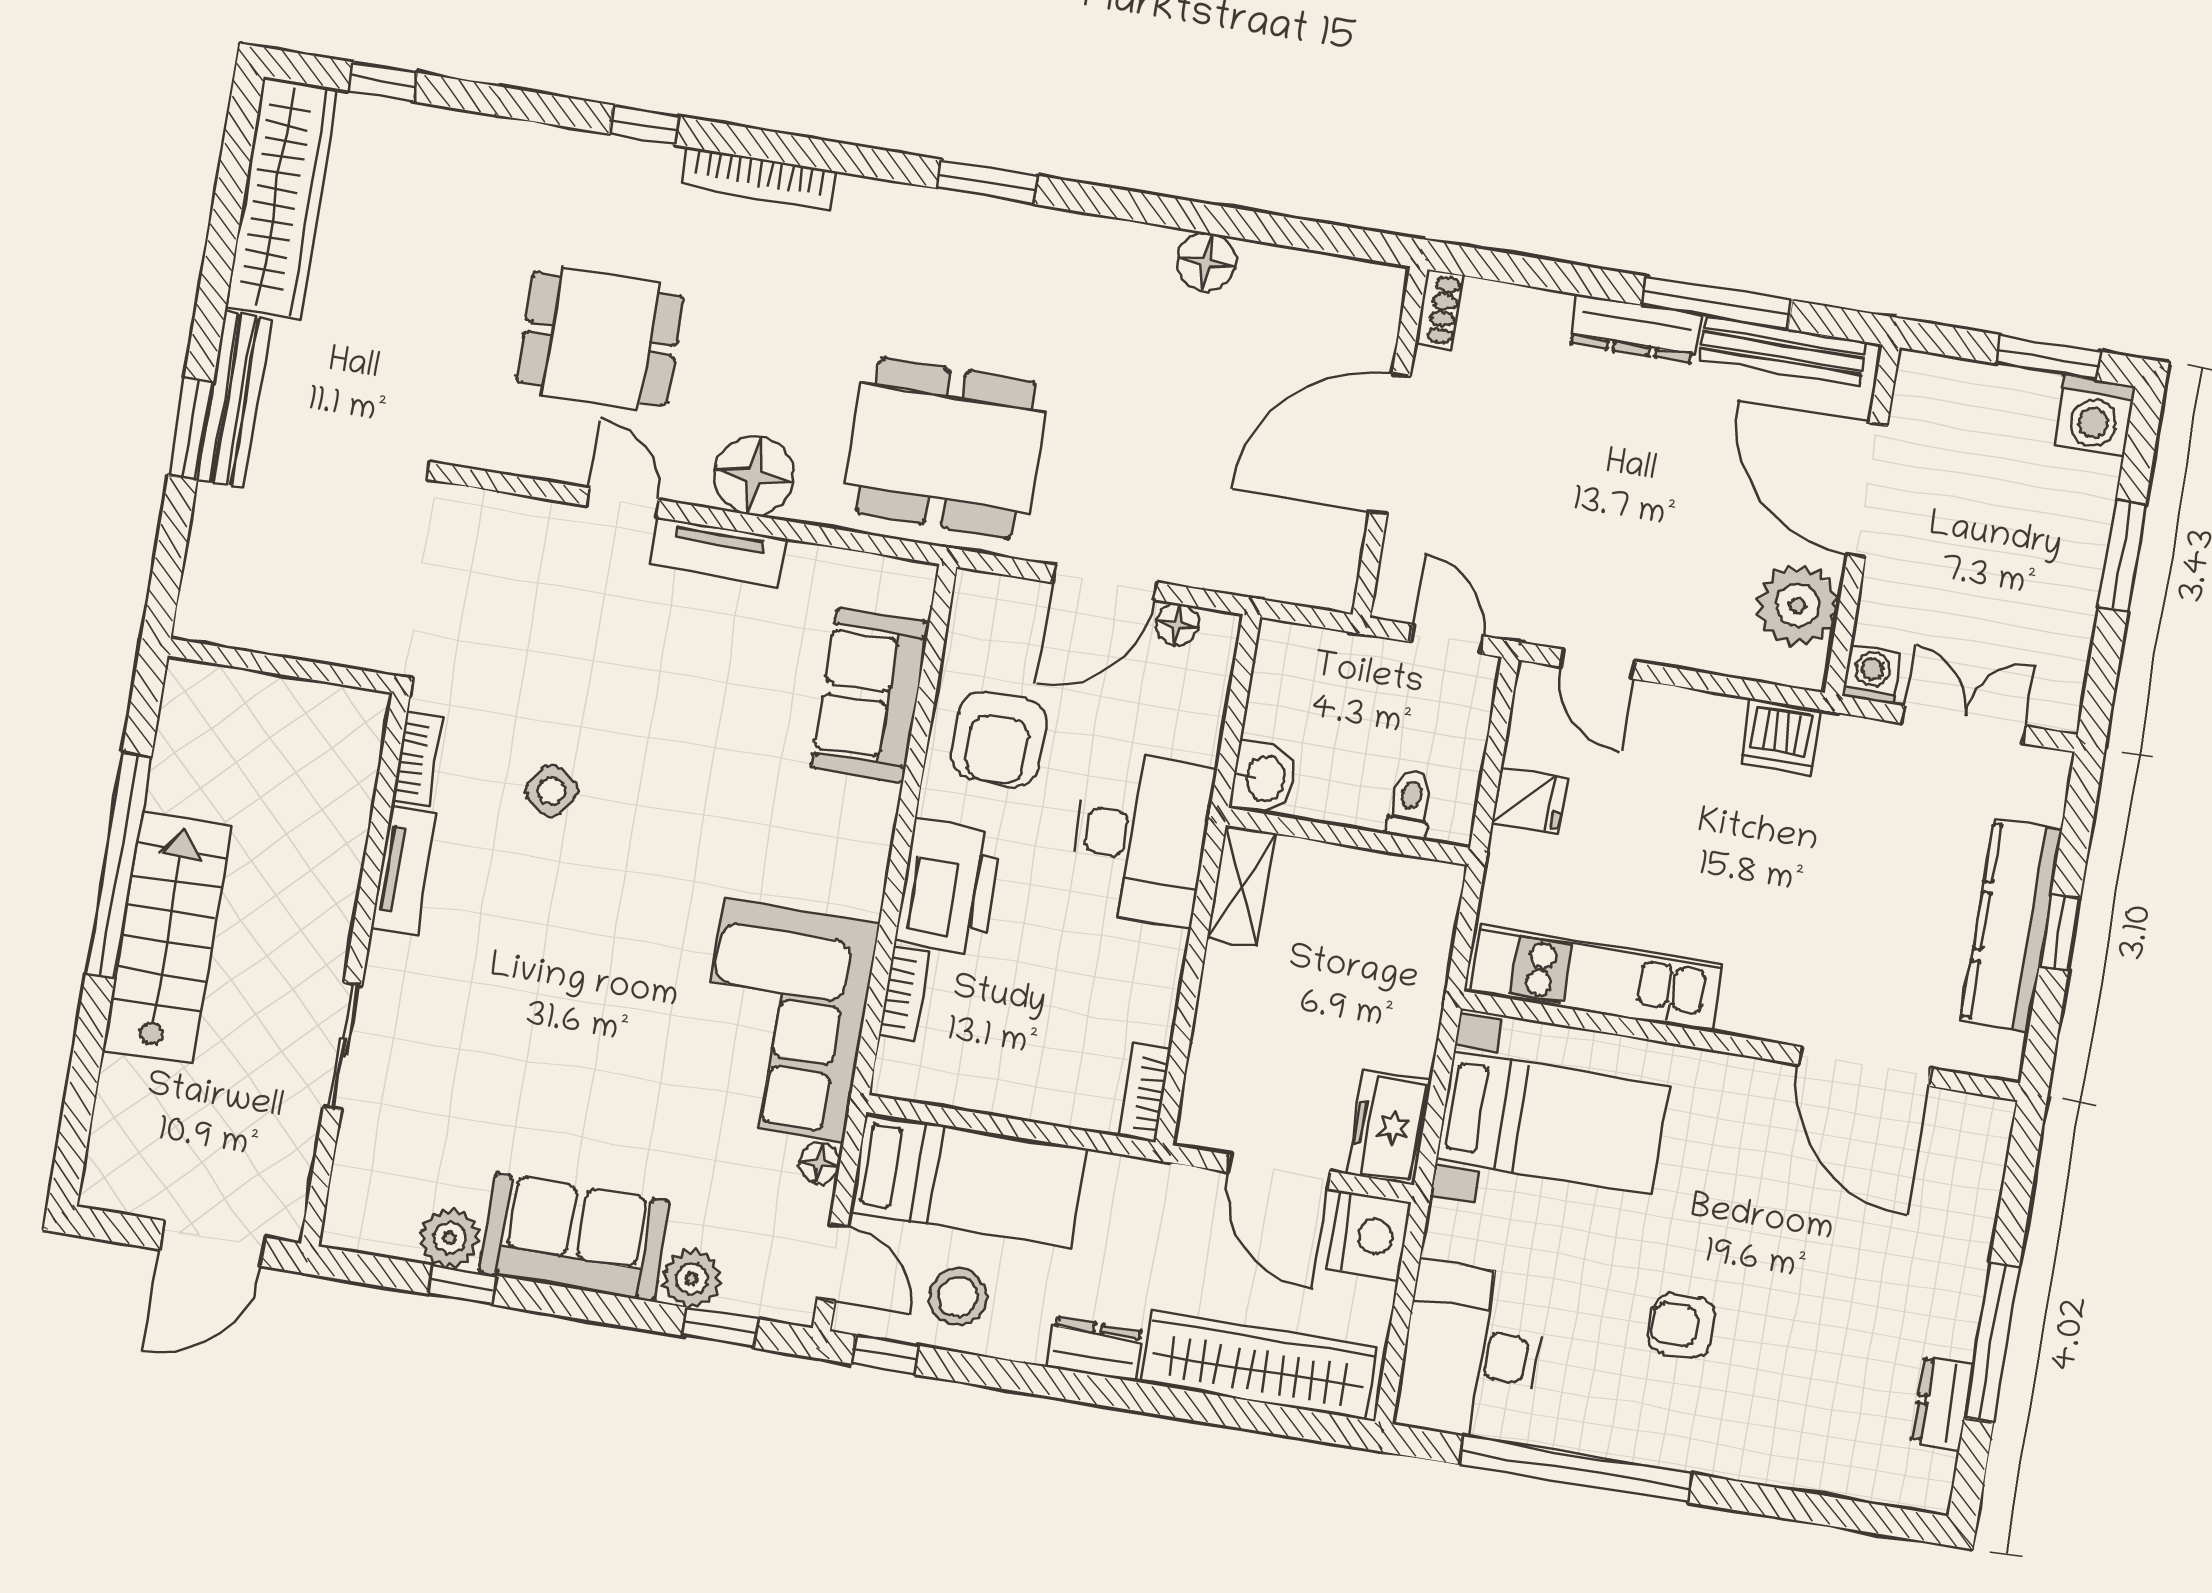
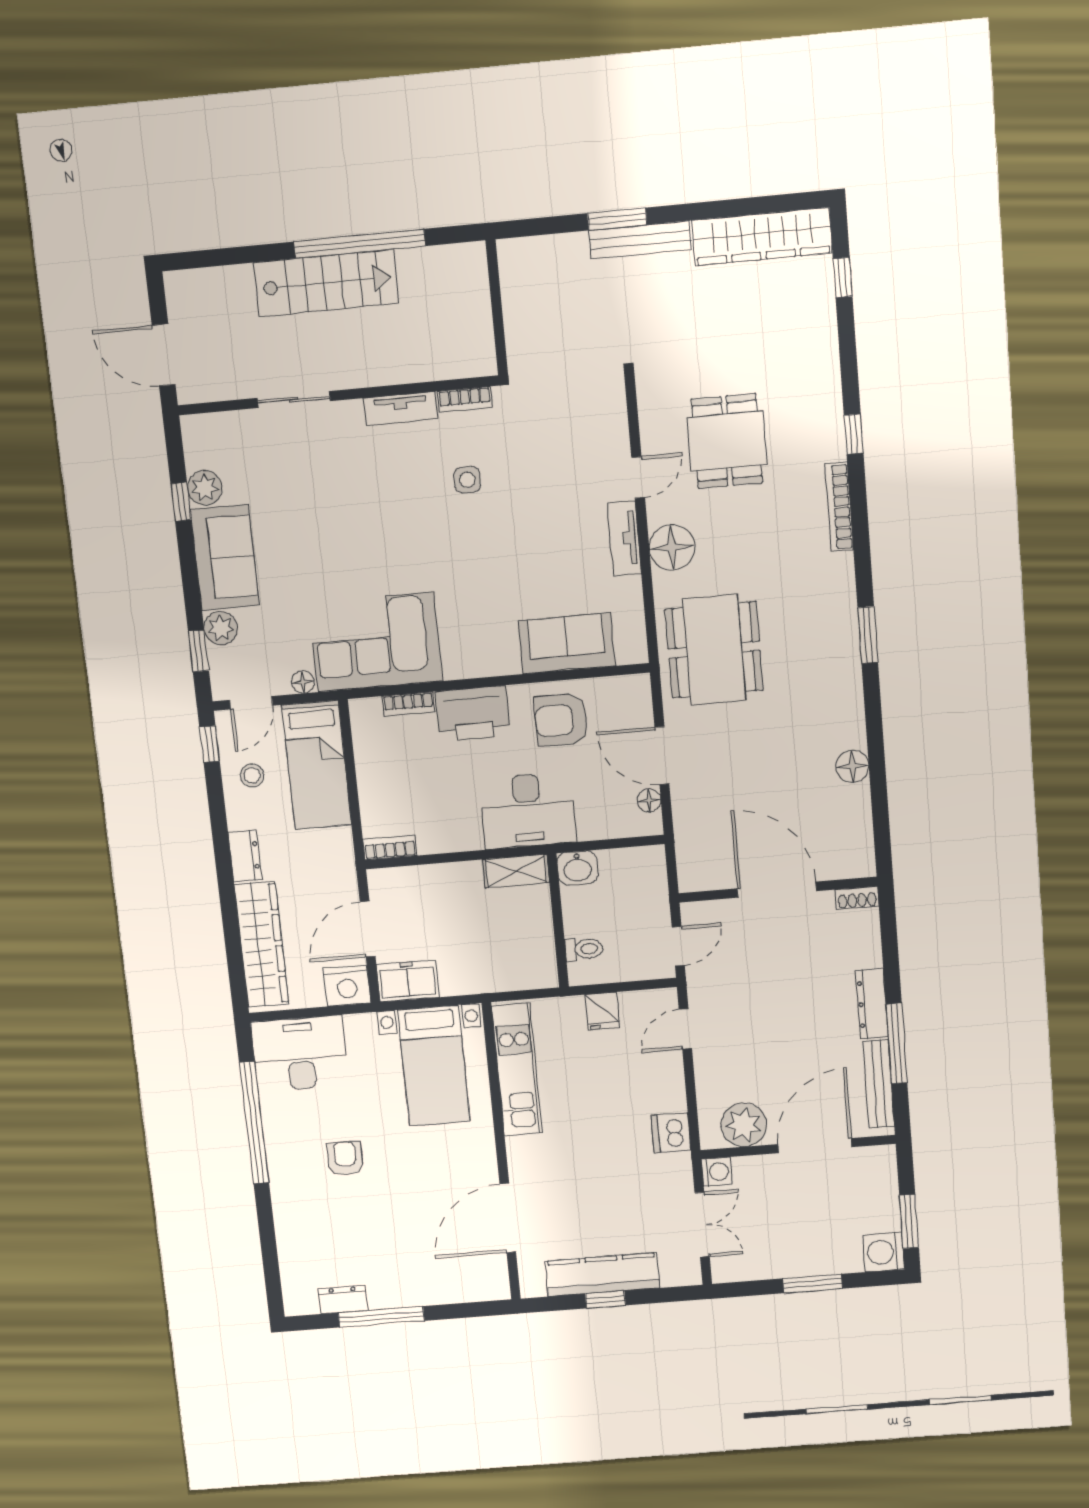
side table: (551, 791) -> (467, 480), turned -36
stool: (958, 1297) -> (252, 775), width x0.73, depth x0.73

